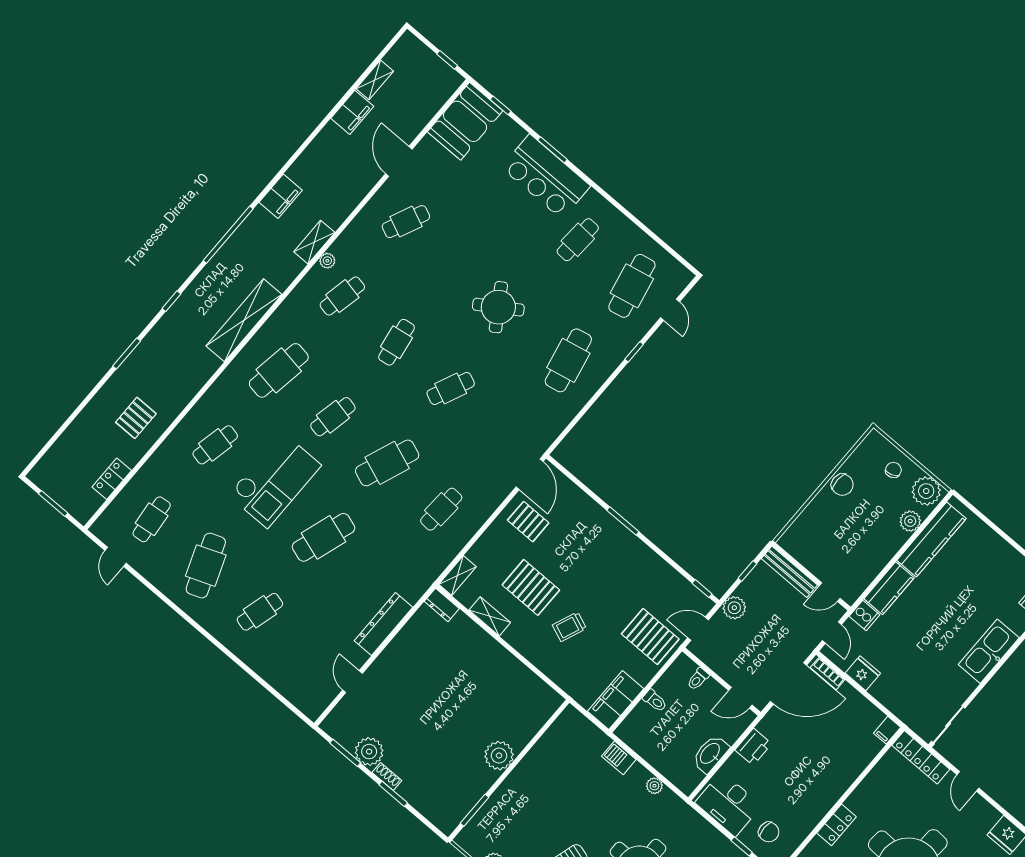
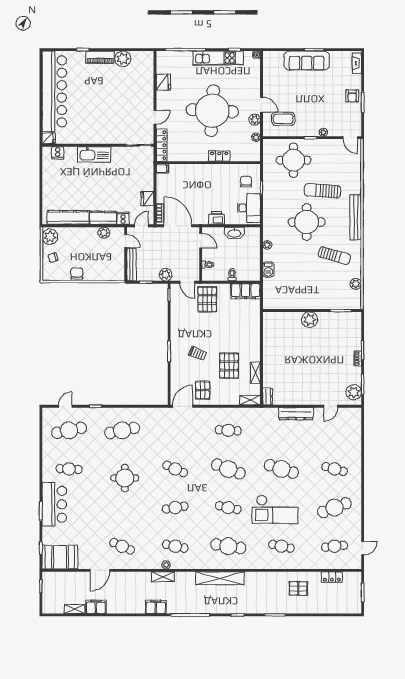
round table: (498, 307) -> (125, 478), turned 33
checkout: (275, 480) -> (275, 509), turned 180
plant: (910, 521) -> (104, 233), moved
trolley: (569, 627) -> (197, 354), moved
plant: (369, 752) -> (354, 392), moved

